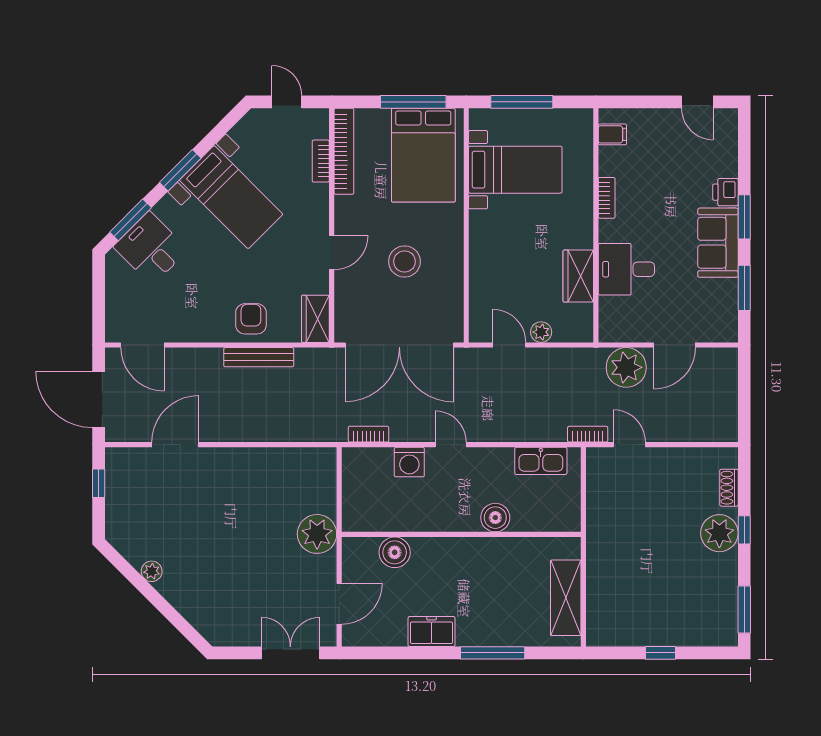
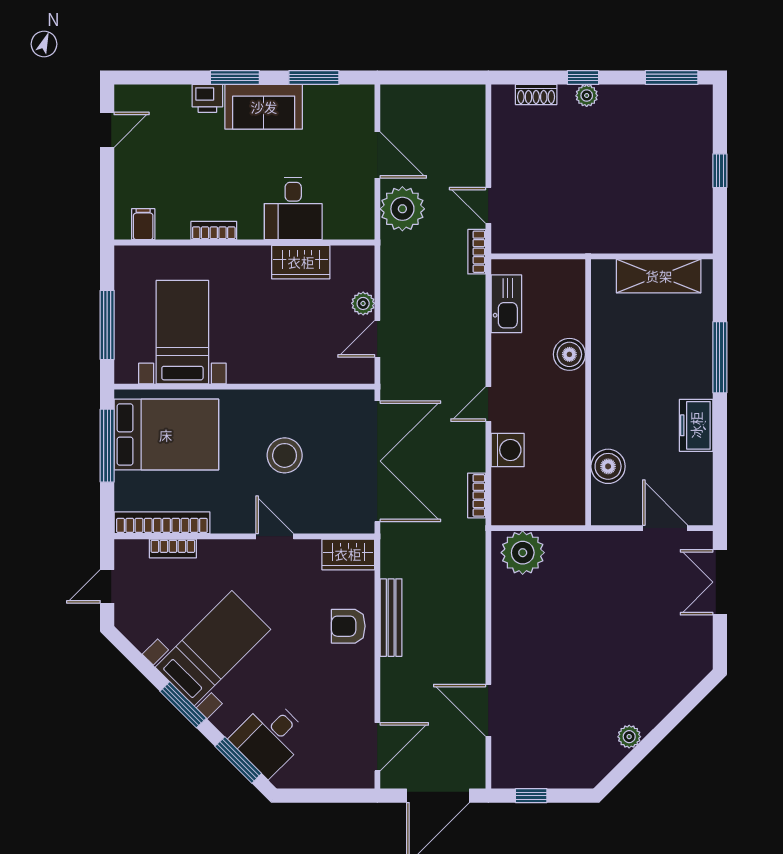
door: (629, 445) -> (488, 205), hinge flipped
plant: (719, 533) -> (587, 96), width x0.53, depth x0.53
plant: (317, 534) -> (523, 553), moved

